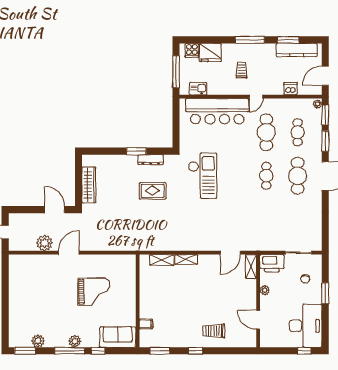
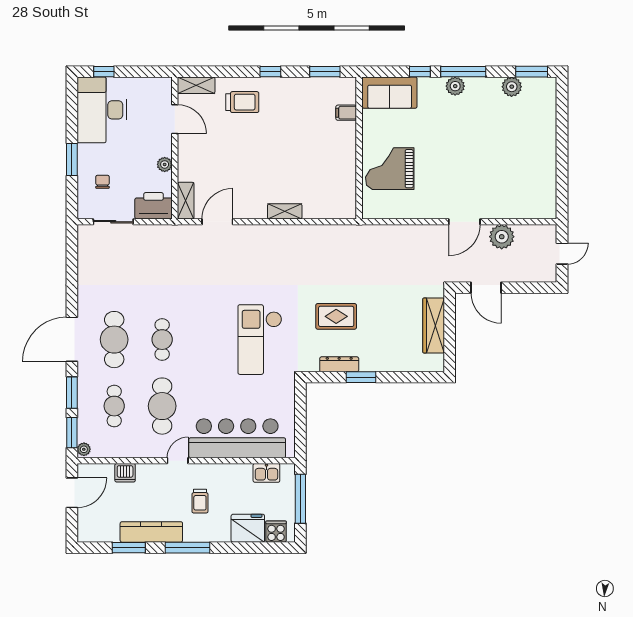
kitchen counter: (297, 50) -> (151, 532), moved
shelving: (162, 260) -> (196, 85), moved
grand piano: (94, 292) -> (390, 169), moved

